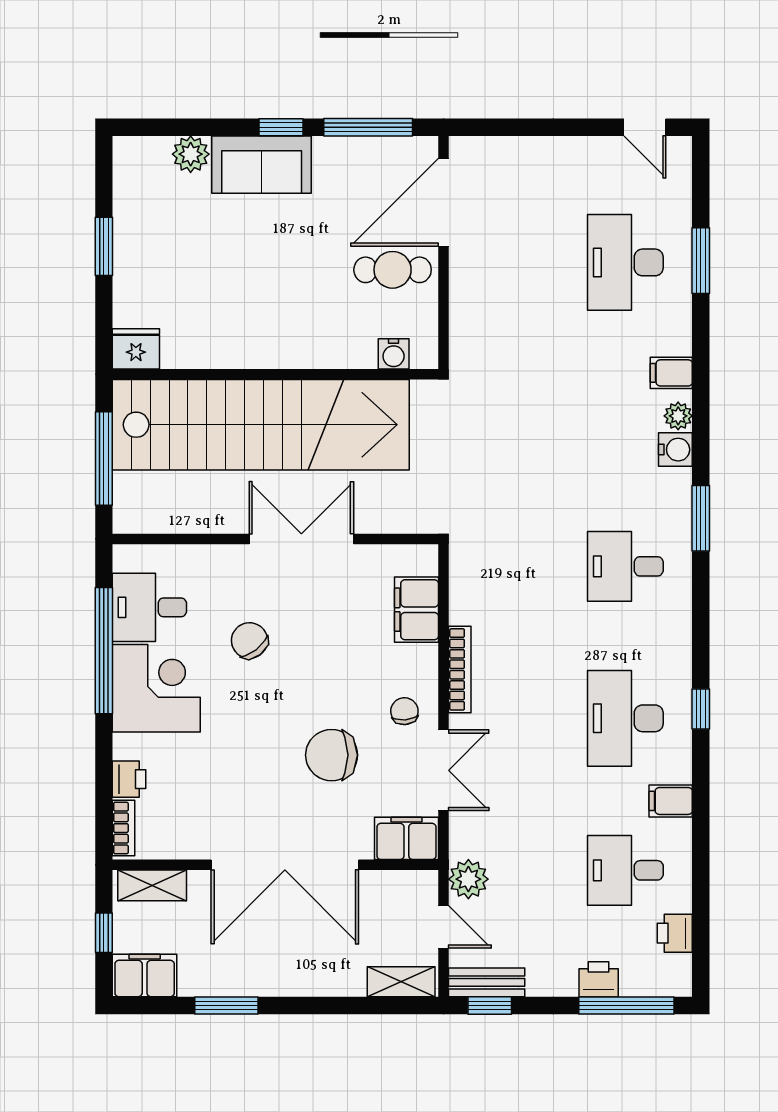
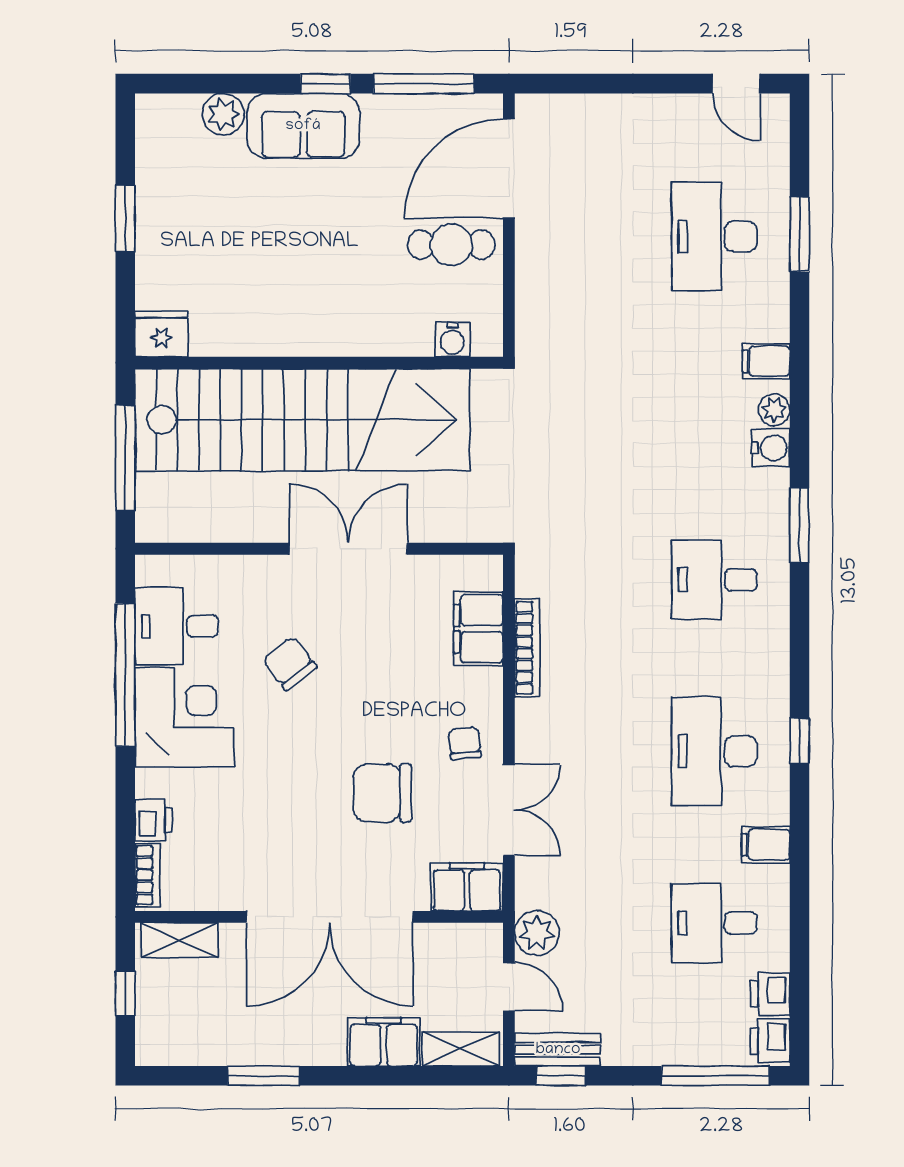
bookcase: (460, 669) -> (527, 648), moved
filing cabinet: (145, 976) -> (384, 1042), moved
printer: (599, 979) -> (770, 1041), moved, turned -90

